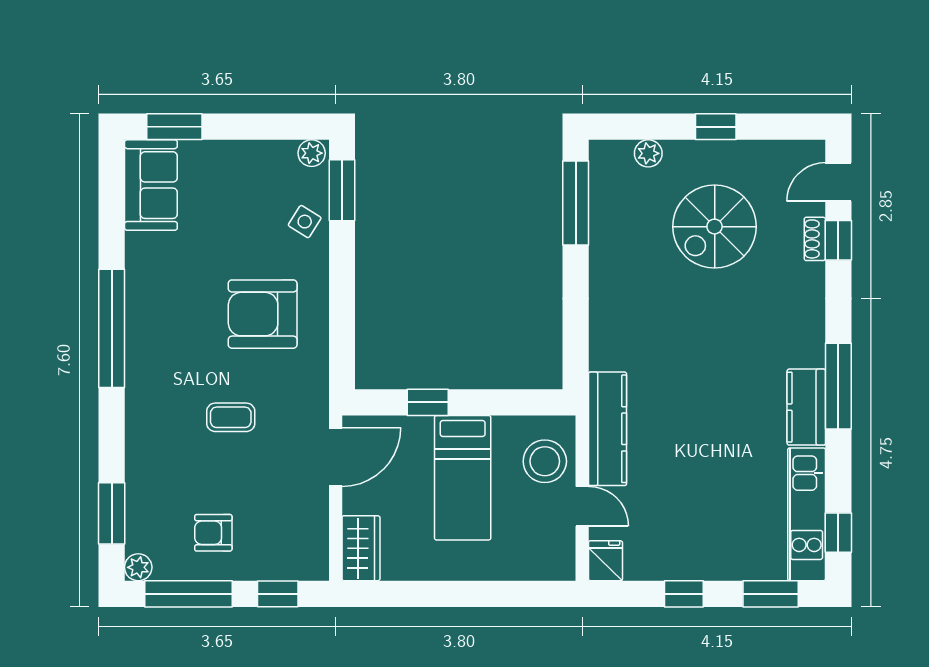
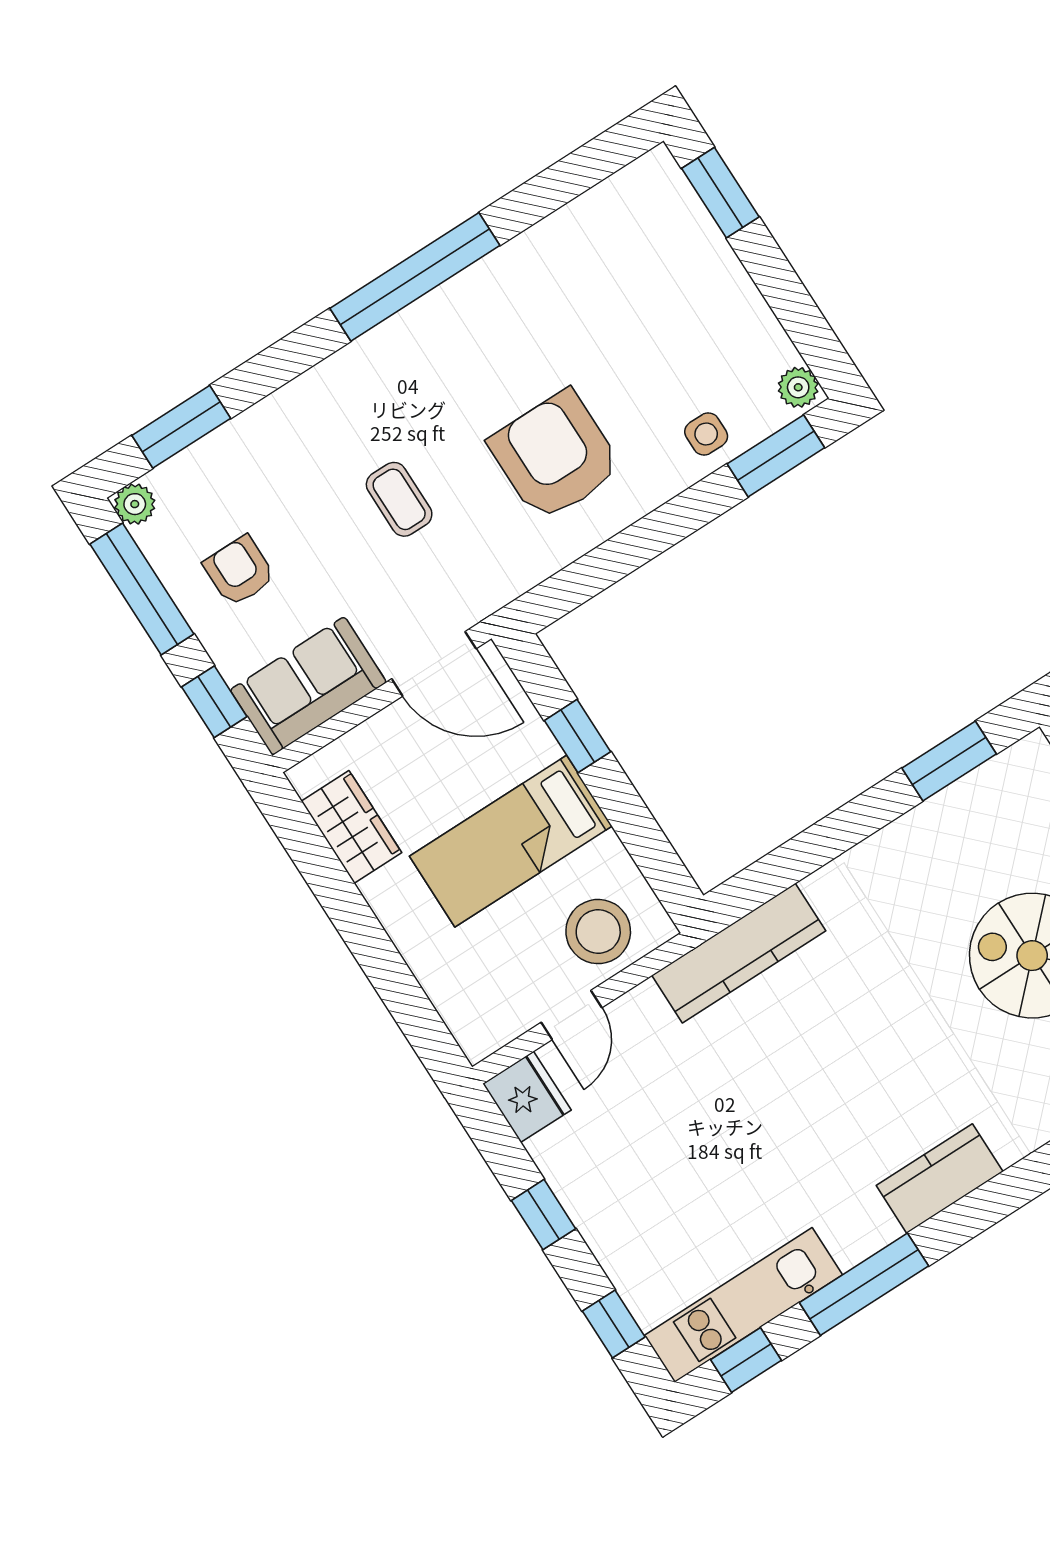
sofa: (151, 185) -> (308, 686), moved, turned 180
window: (576, 203) -> (949, 761), width x0.69
side table: (305, 222) -> (706, 434), turned -32
window: (838, 386) -> (864, 1284), moved
kitchen counter: (806, 407) -> (940, 1179), moved
kitchen counter: (608, 429) -> (739, 953), moved
wardrobe: (361, 548) -> (351, 827), moved, turned -90
fridge: (605, 561) -> (527, 1097), width x1.38
window: (771, 594) -> (614, 1324), width x0.67

